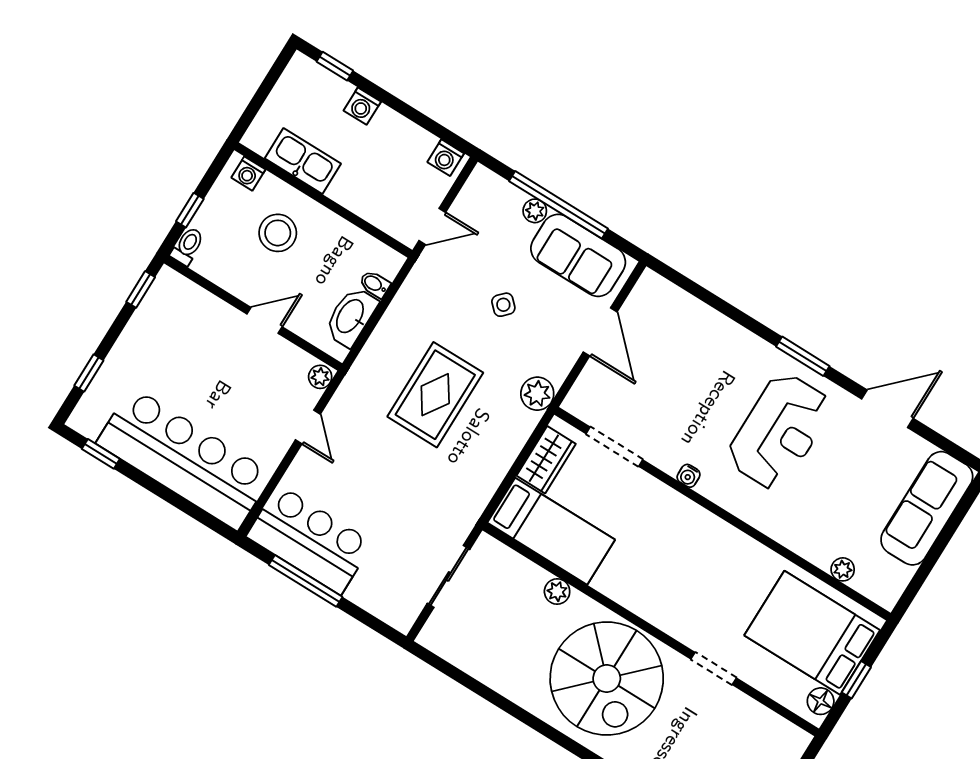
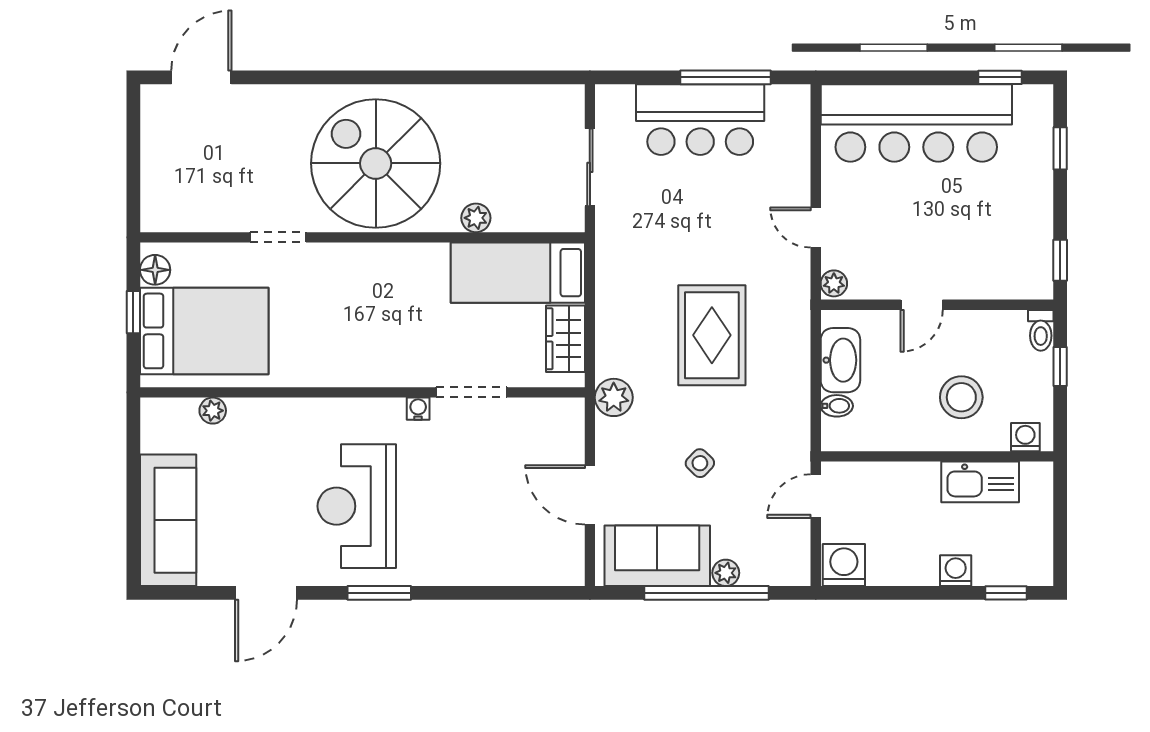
washing machine: (446, 158) -> (844, 565), width x1.38, depth x1.38
doorway: (614, 447) -> (472, 392), moved
bar counter: (310, 540) -> (700, 120), moved

